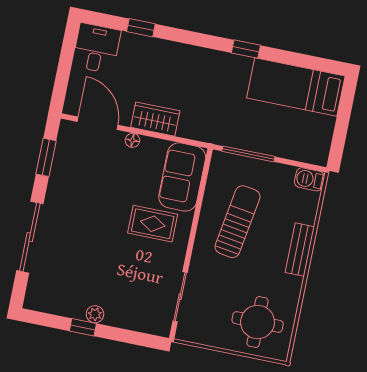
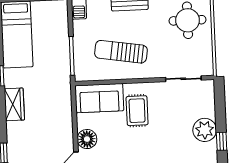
wardrobe: (155, 119) -> (14, 104), moved, turned 180
floor lamp: (132, 140) -> (87, 139), width x1.89, depth x1.89
plant: (95, 314) -> (205, 130), width x1.87, depth x1.87

